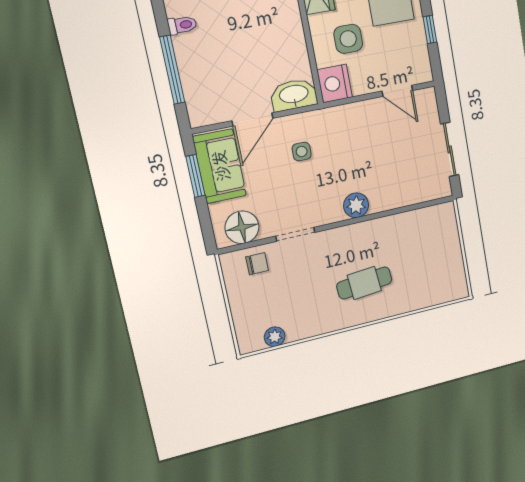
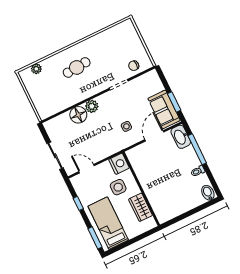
washbasin: (294, 95) -> (181, 137), moved, turned 90
sliding door: (450, 149) -> (55, 156), moved
floor lamp: (242, 227) -> (78, 115), moved
plant: (275, 337) -> (36, 69), moved

